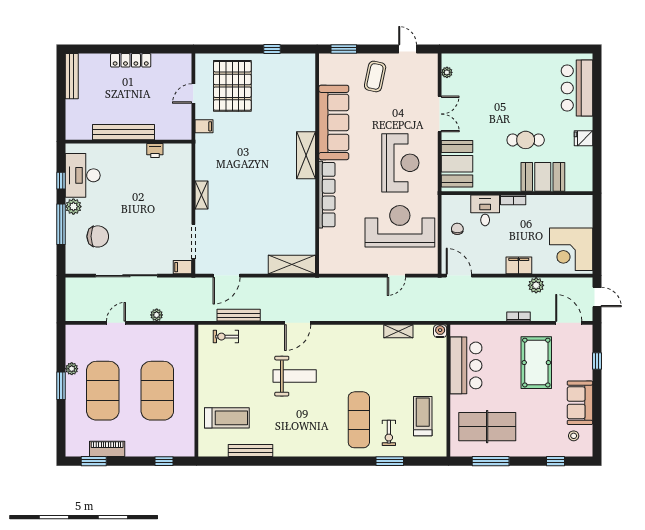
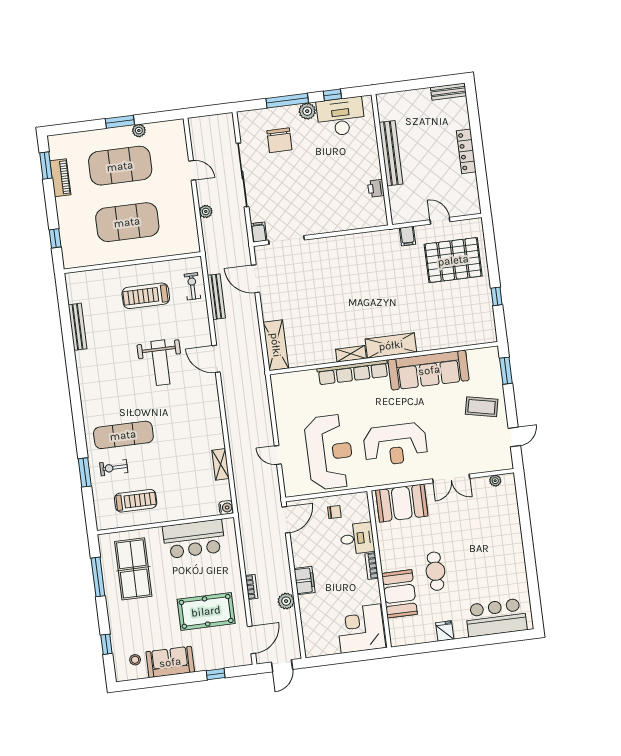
bench: (72, 76) -> (448, 92), width x0.73
shelving: (201, 195) -> (351, 354), moved
corner desk: (571, 249) -> (361, 629), moved
treadmill: (227, 418) -> (146, 296), moved, turned 90

